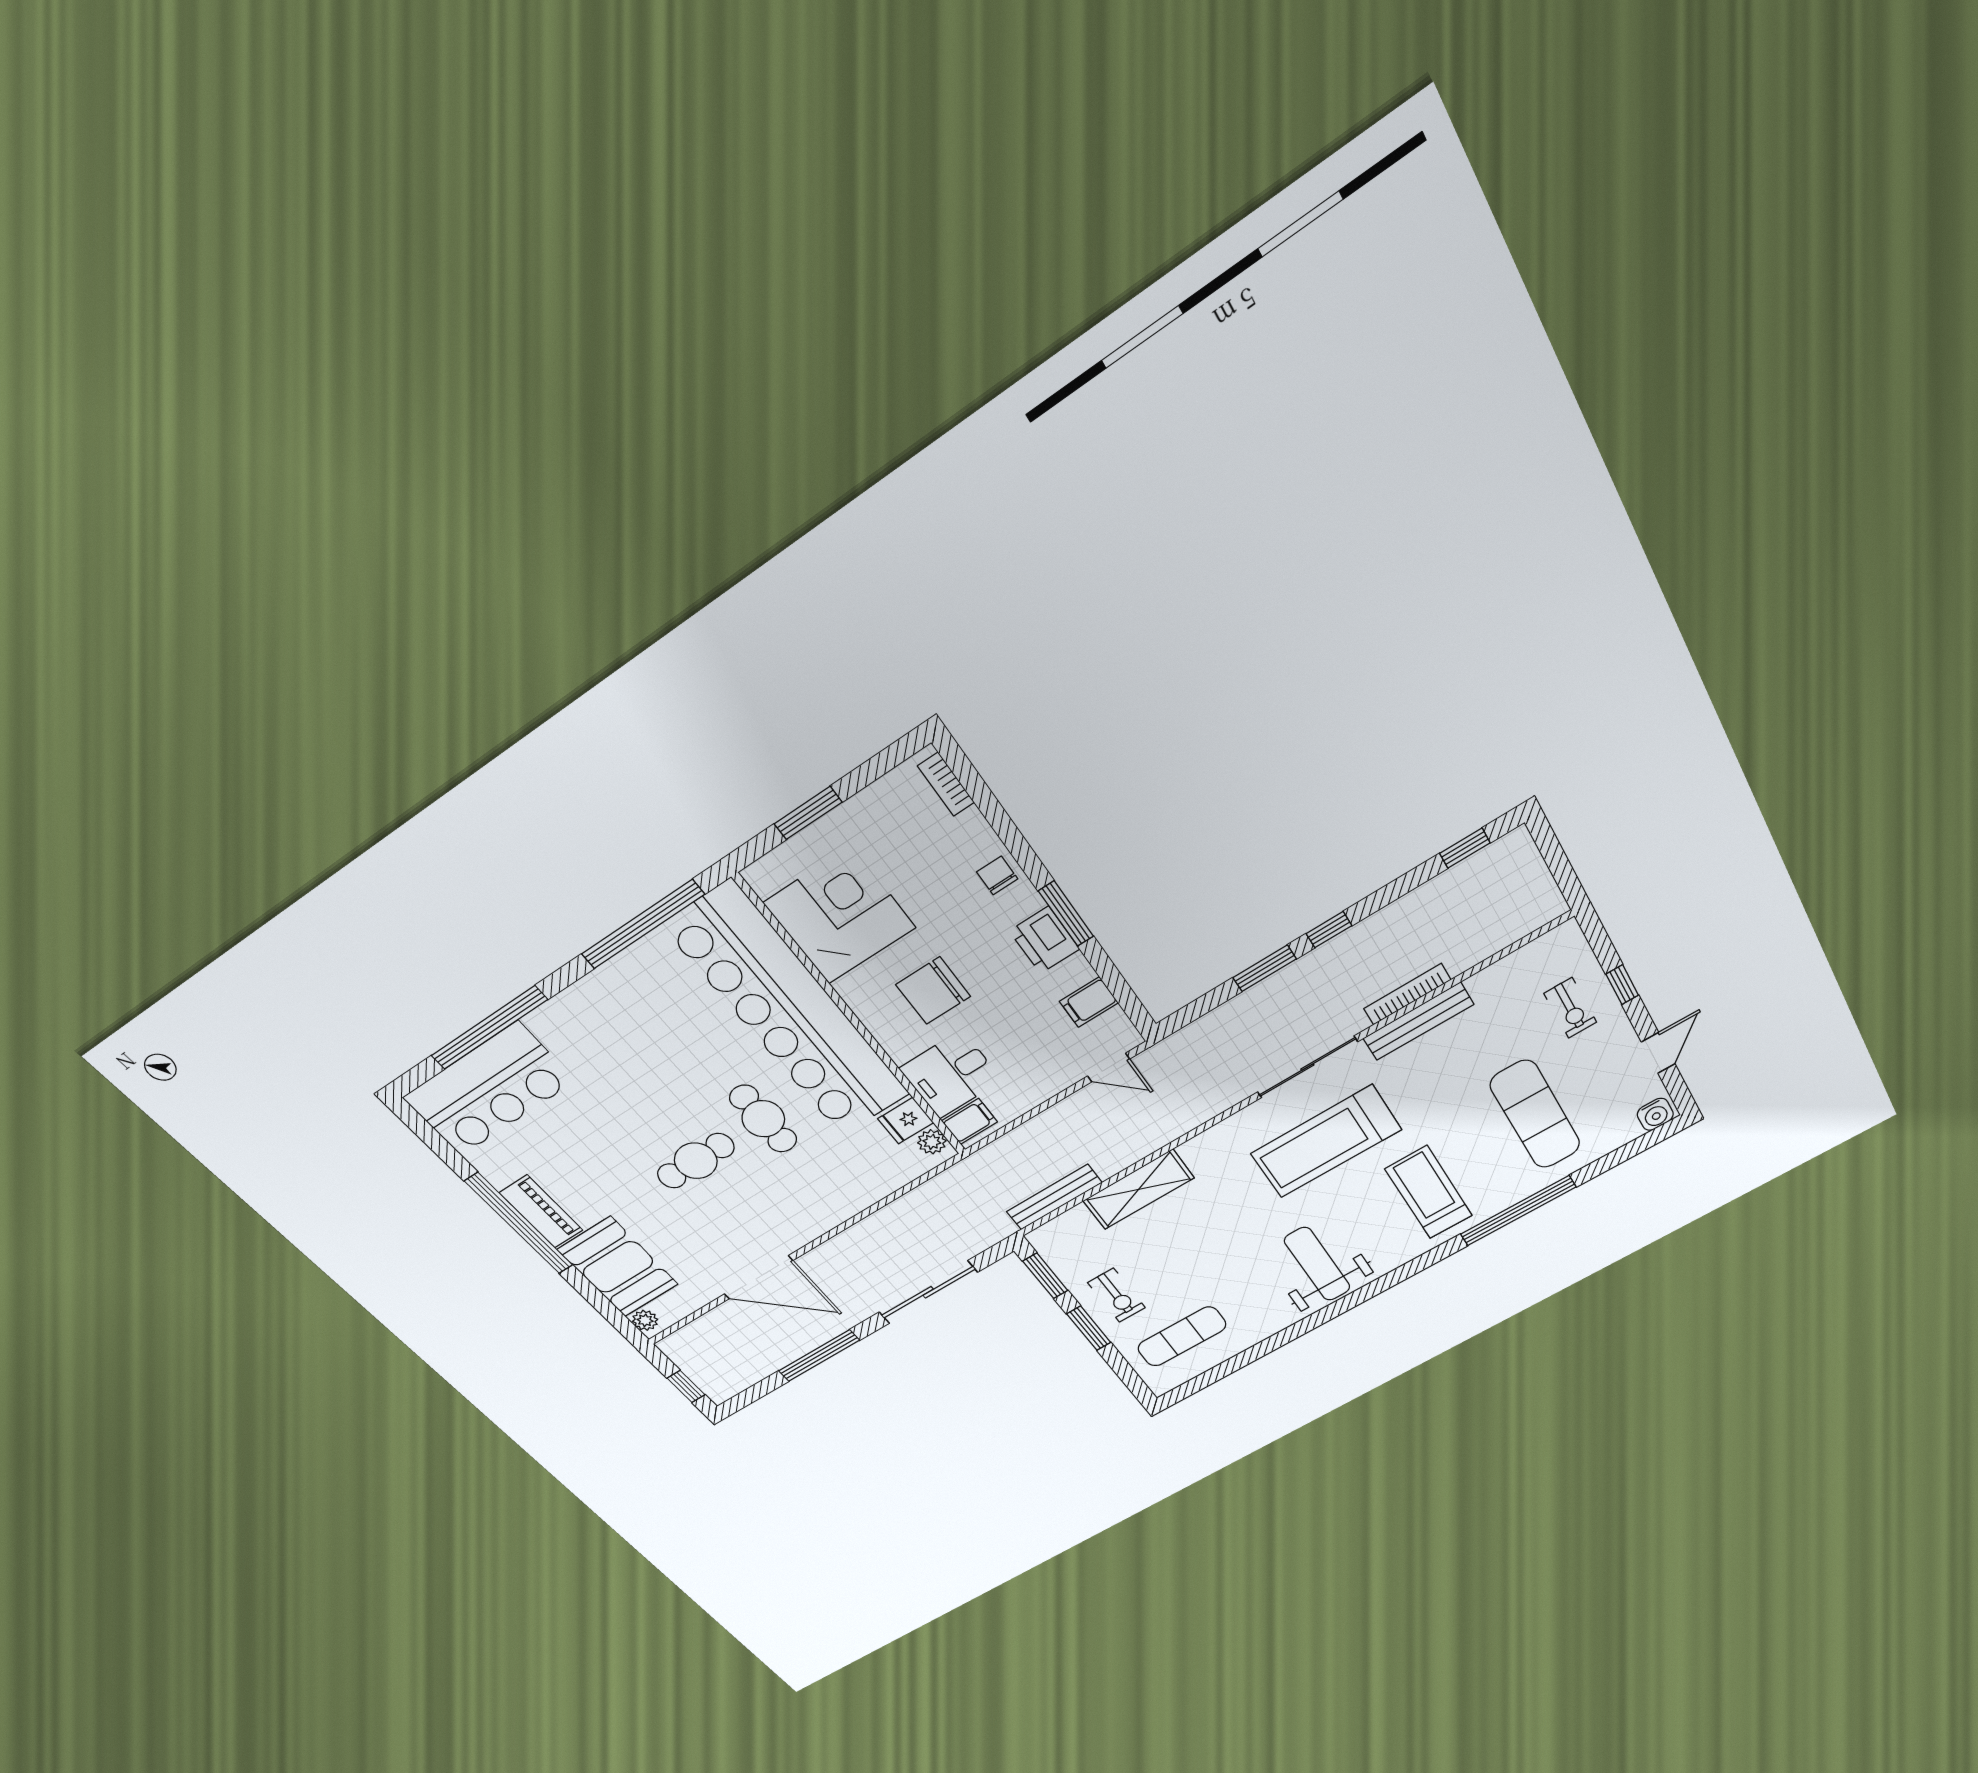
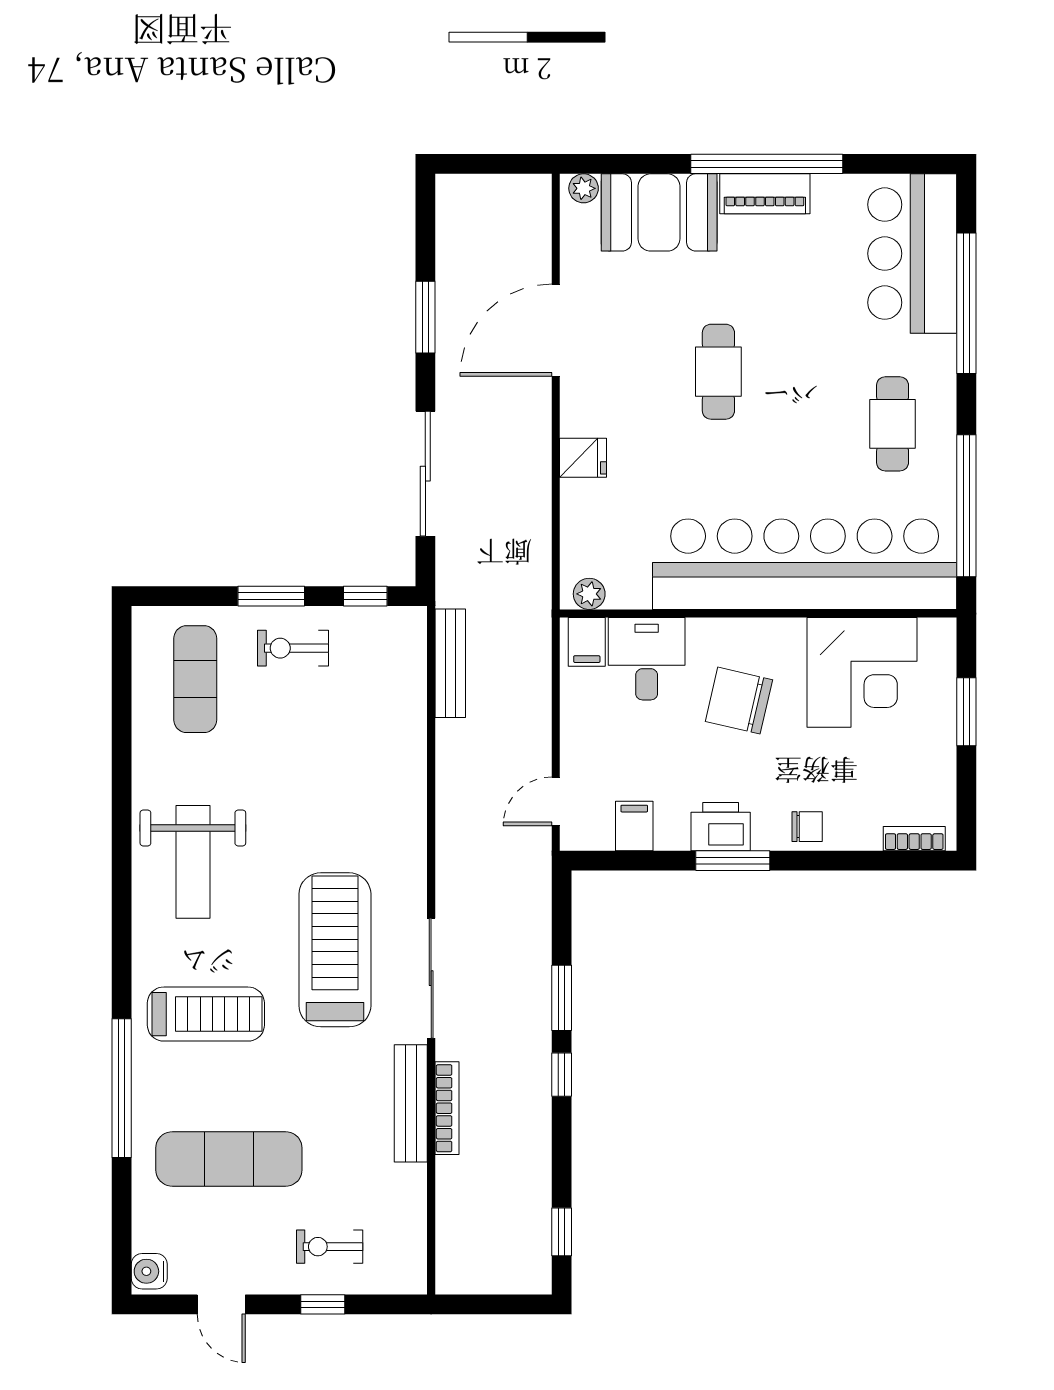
chair: (933, 991) -> (739, 701), turned -77
cafe table: (763, 1119) -> (893, 424), moved, turned 90
fridge: (906, 1121) -> (583, 458), moved, turned 90
shelving: (1139, 1189) -> (404, 746), removed
weight bench: (1317, 1264) -> (193, 862), turned 90
window: (1045, 1276) -> (365, 596), width x0.67
window: (819, 1356) -> (425, 317), width x0.69
window: (686, 1386) -> (481, 164), removed

